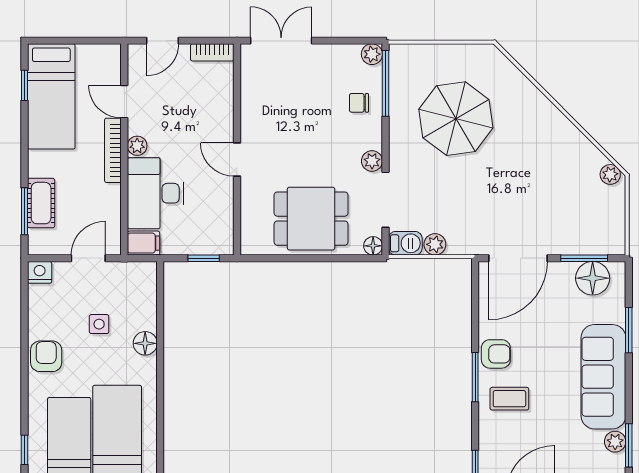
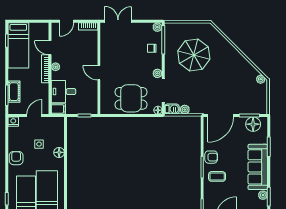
desk: (155, 193) -> (64, 92), width x0.73

